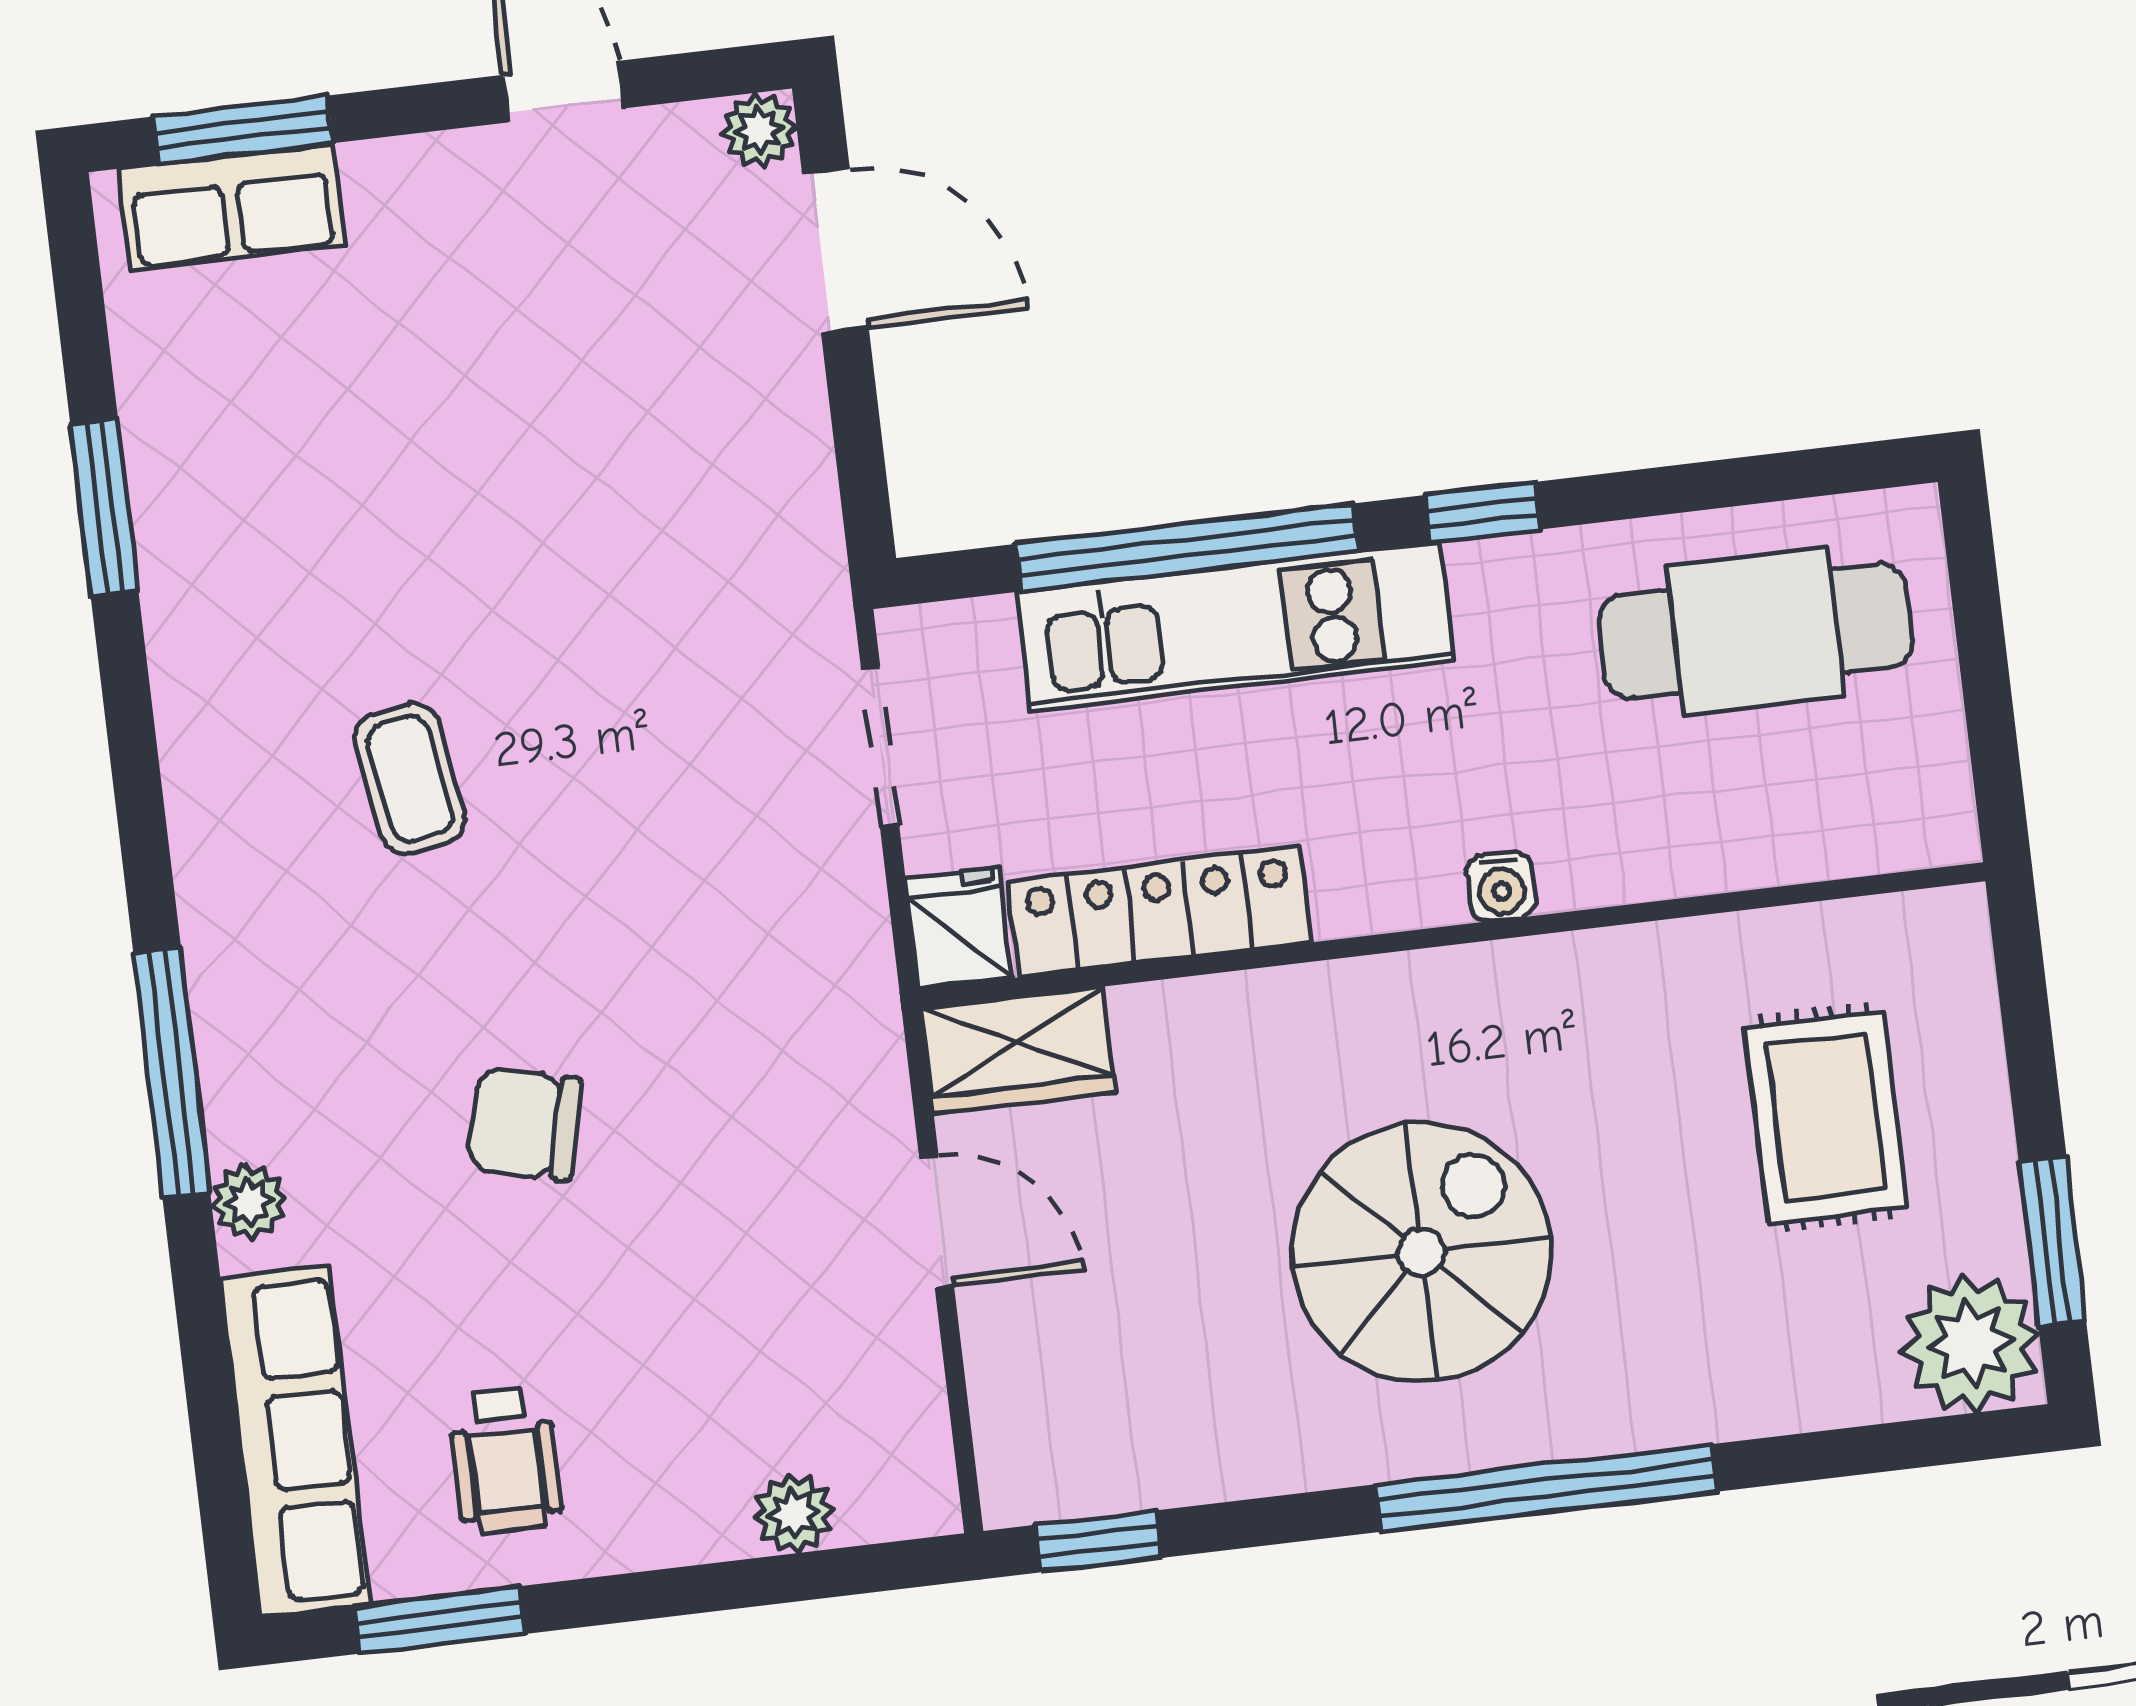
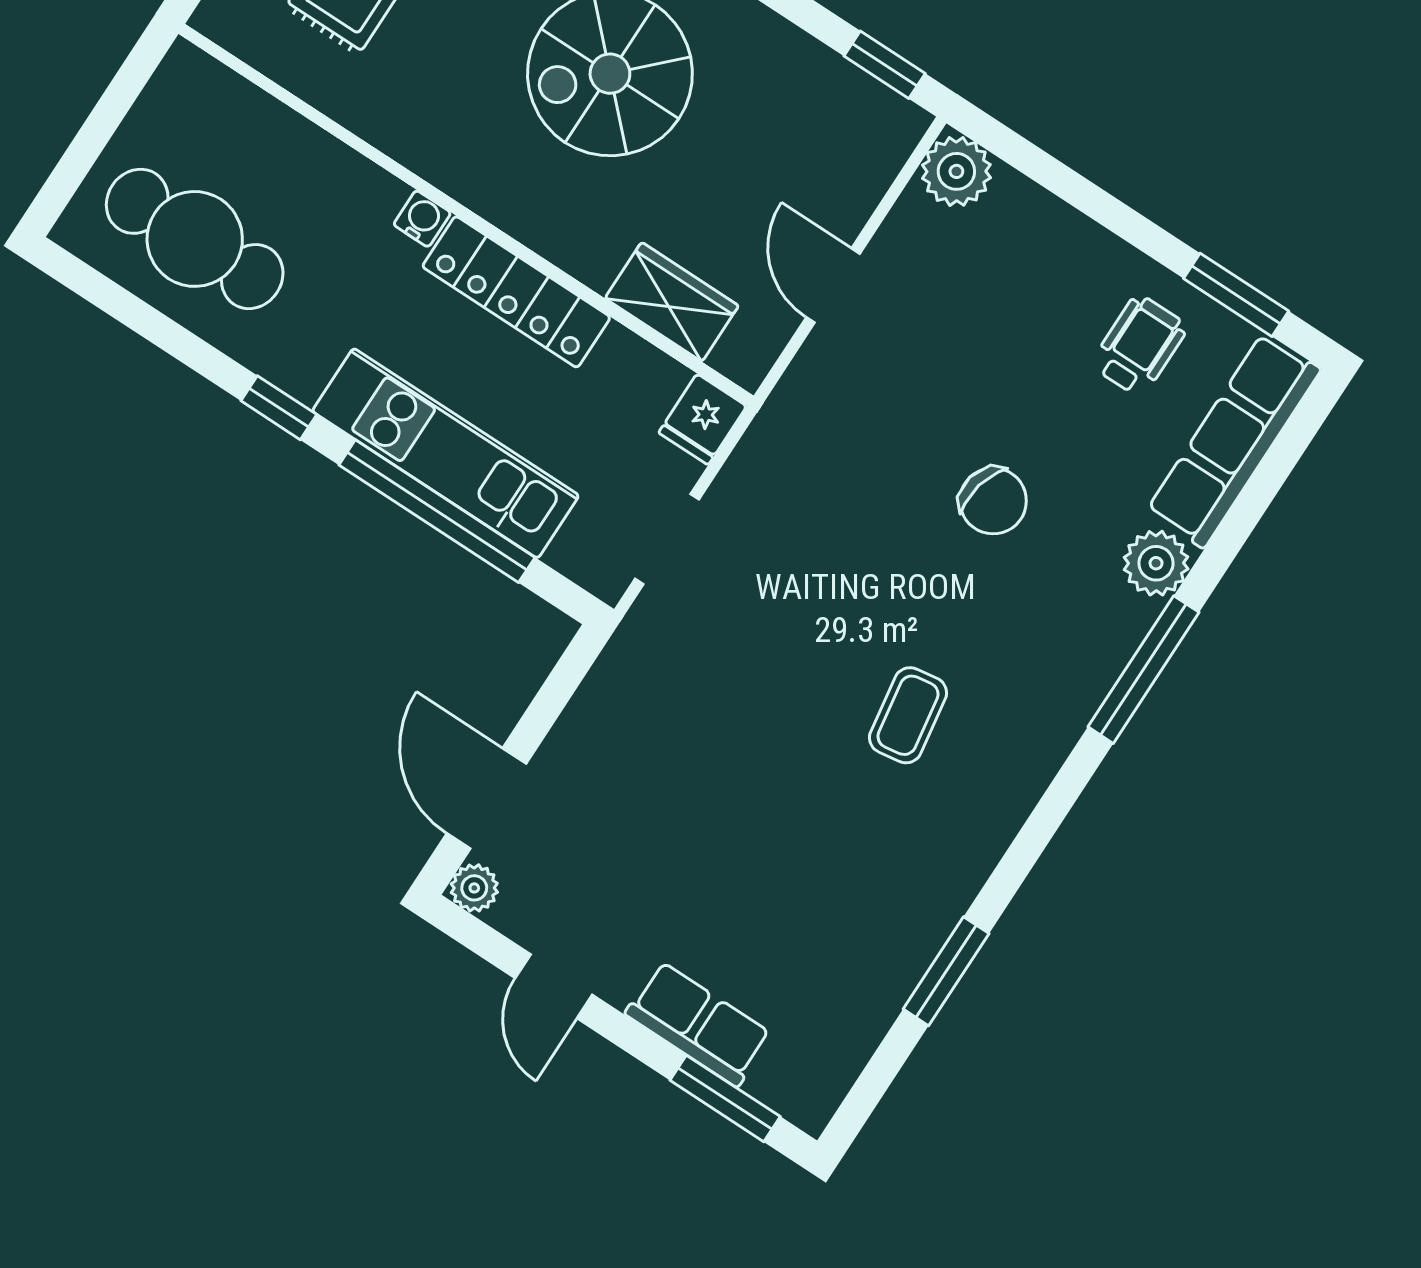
row of seats: (232, 207) -> (698, 1024), moved
locker: (1159, 912) -> (516, 292), moved
wardrobe: (1018, 1050) -> (672, 302), moved
plant: (249, 1202) -> (1156, 563), width x1.38, depth x1.38
plant: (794, 1513) -> (956, 171), moved, width x1.38, depth x1.38

